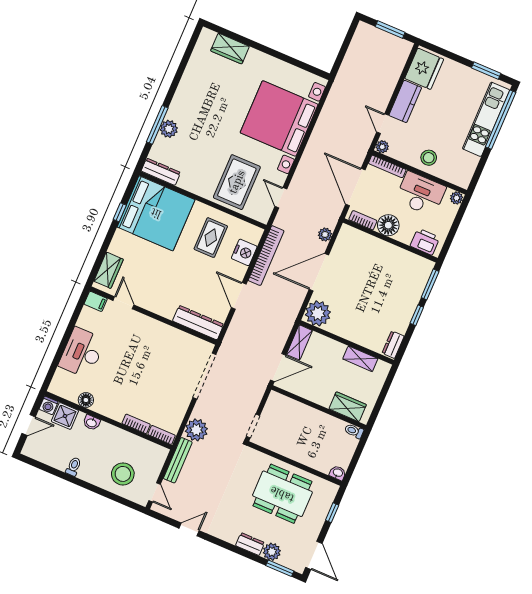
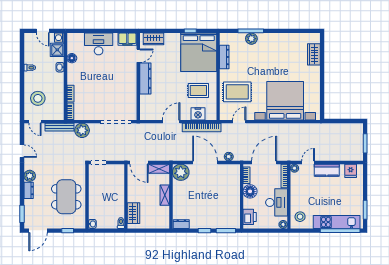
fridge: (424, 69) -> (351, 171), width x0.53, depth x0.75
stool: (429, 158) -> (300, 217), moved
dresser: (161, 172) -> (224, 57), moved
filing cabinet: (96, 301) -> (127, 39), width x2.00
dresser: (198, 323) -> (145, 78), moved
shelving: (360, 359) -> (165, 195), moved
door: (155, 492) -> (35, 122), hinge flipped
plant: (272, 552) -> (30, 176), moved

